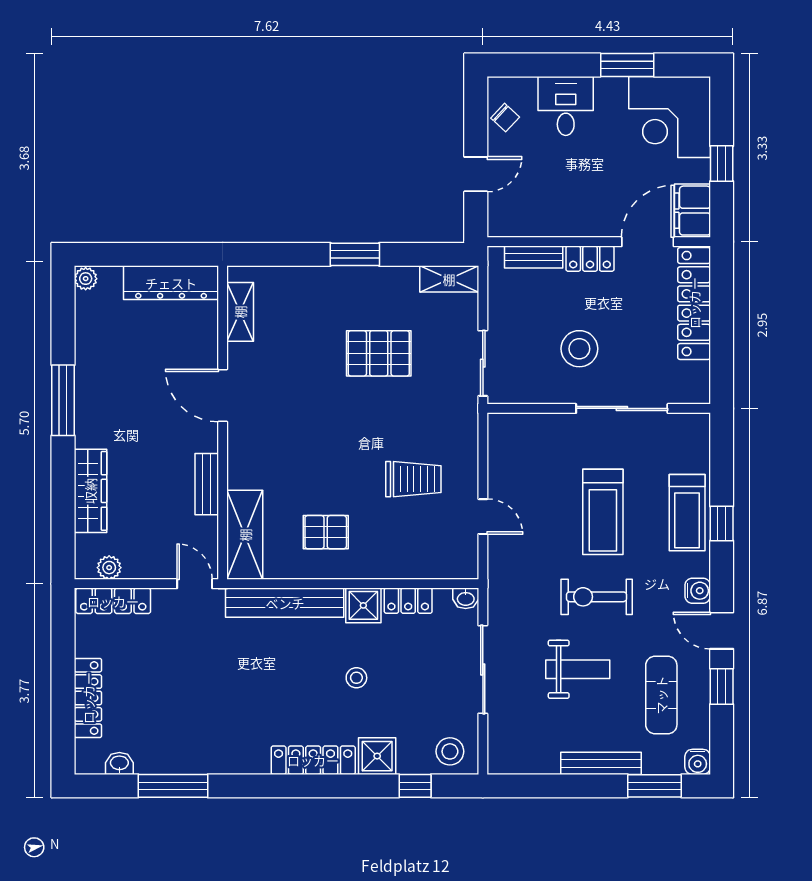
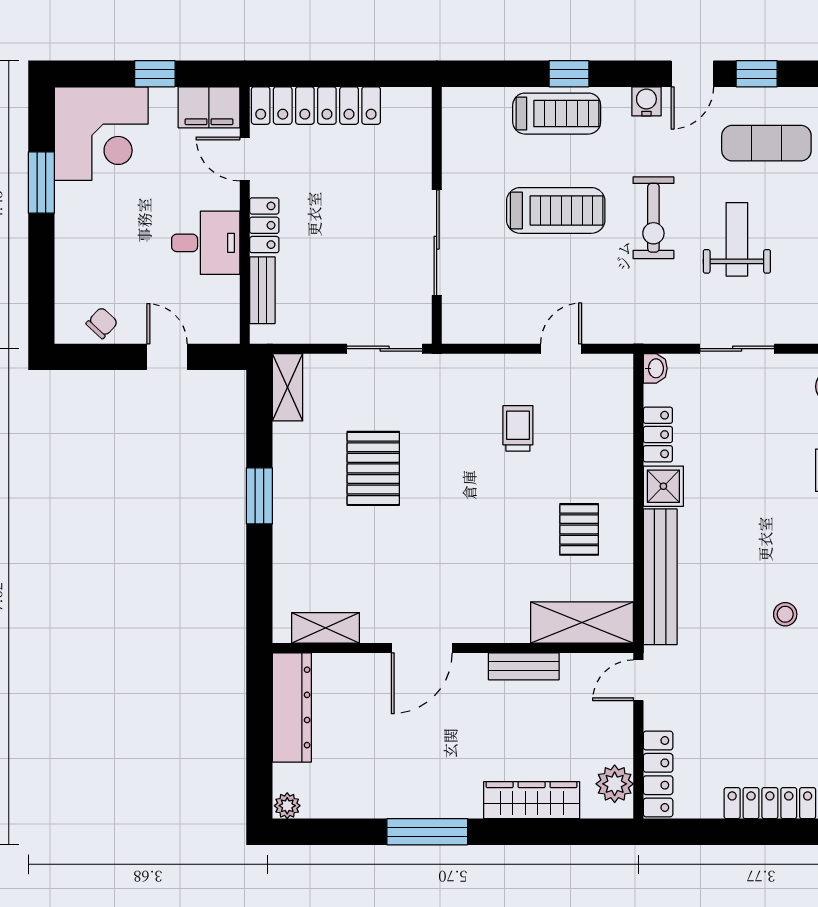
desk: (566, 106) -> (206, 243), moved, turned 180
door: (648, 242) -> (245, 159), width x0.73
stool: (579, 349) -> (368, 238), removed
sliding door: (622, 408) -> (437, 243), moved
trolley: (413, 479) -> (518, 428), width x0.73, depth x0.72
plant: (109, 568) -> (615, 784), width x1.38, depth x1.38
sliding door: (483, 669) -> (737, 349), width x0.73
stool: (356, 678) -> (785, 614), moved

